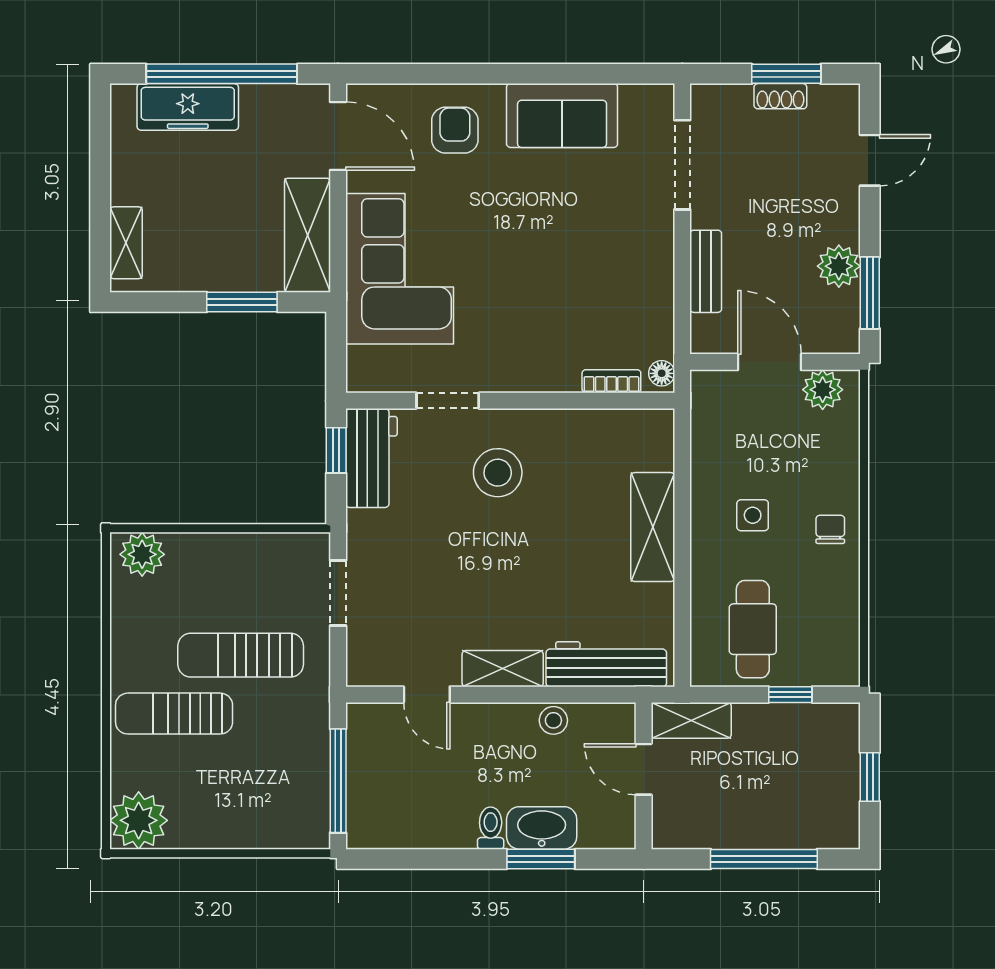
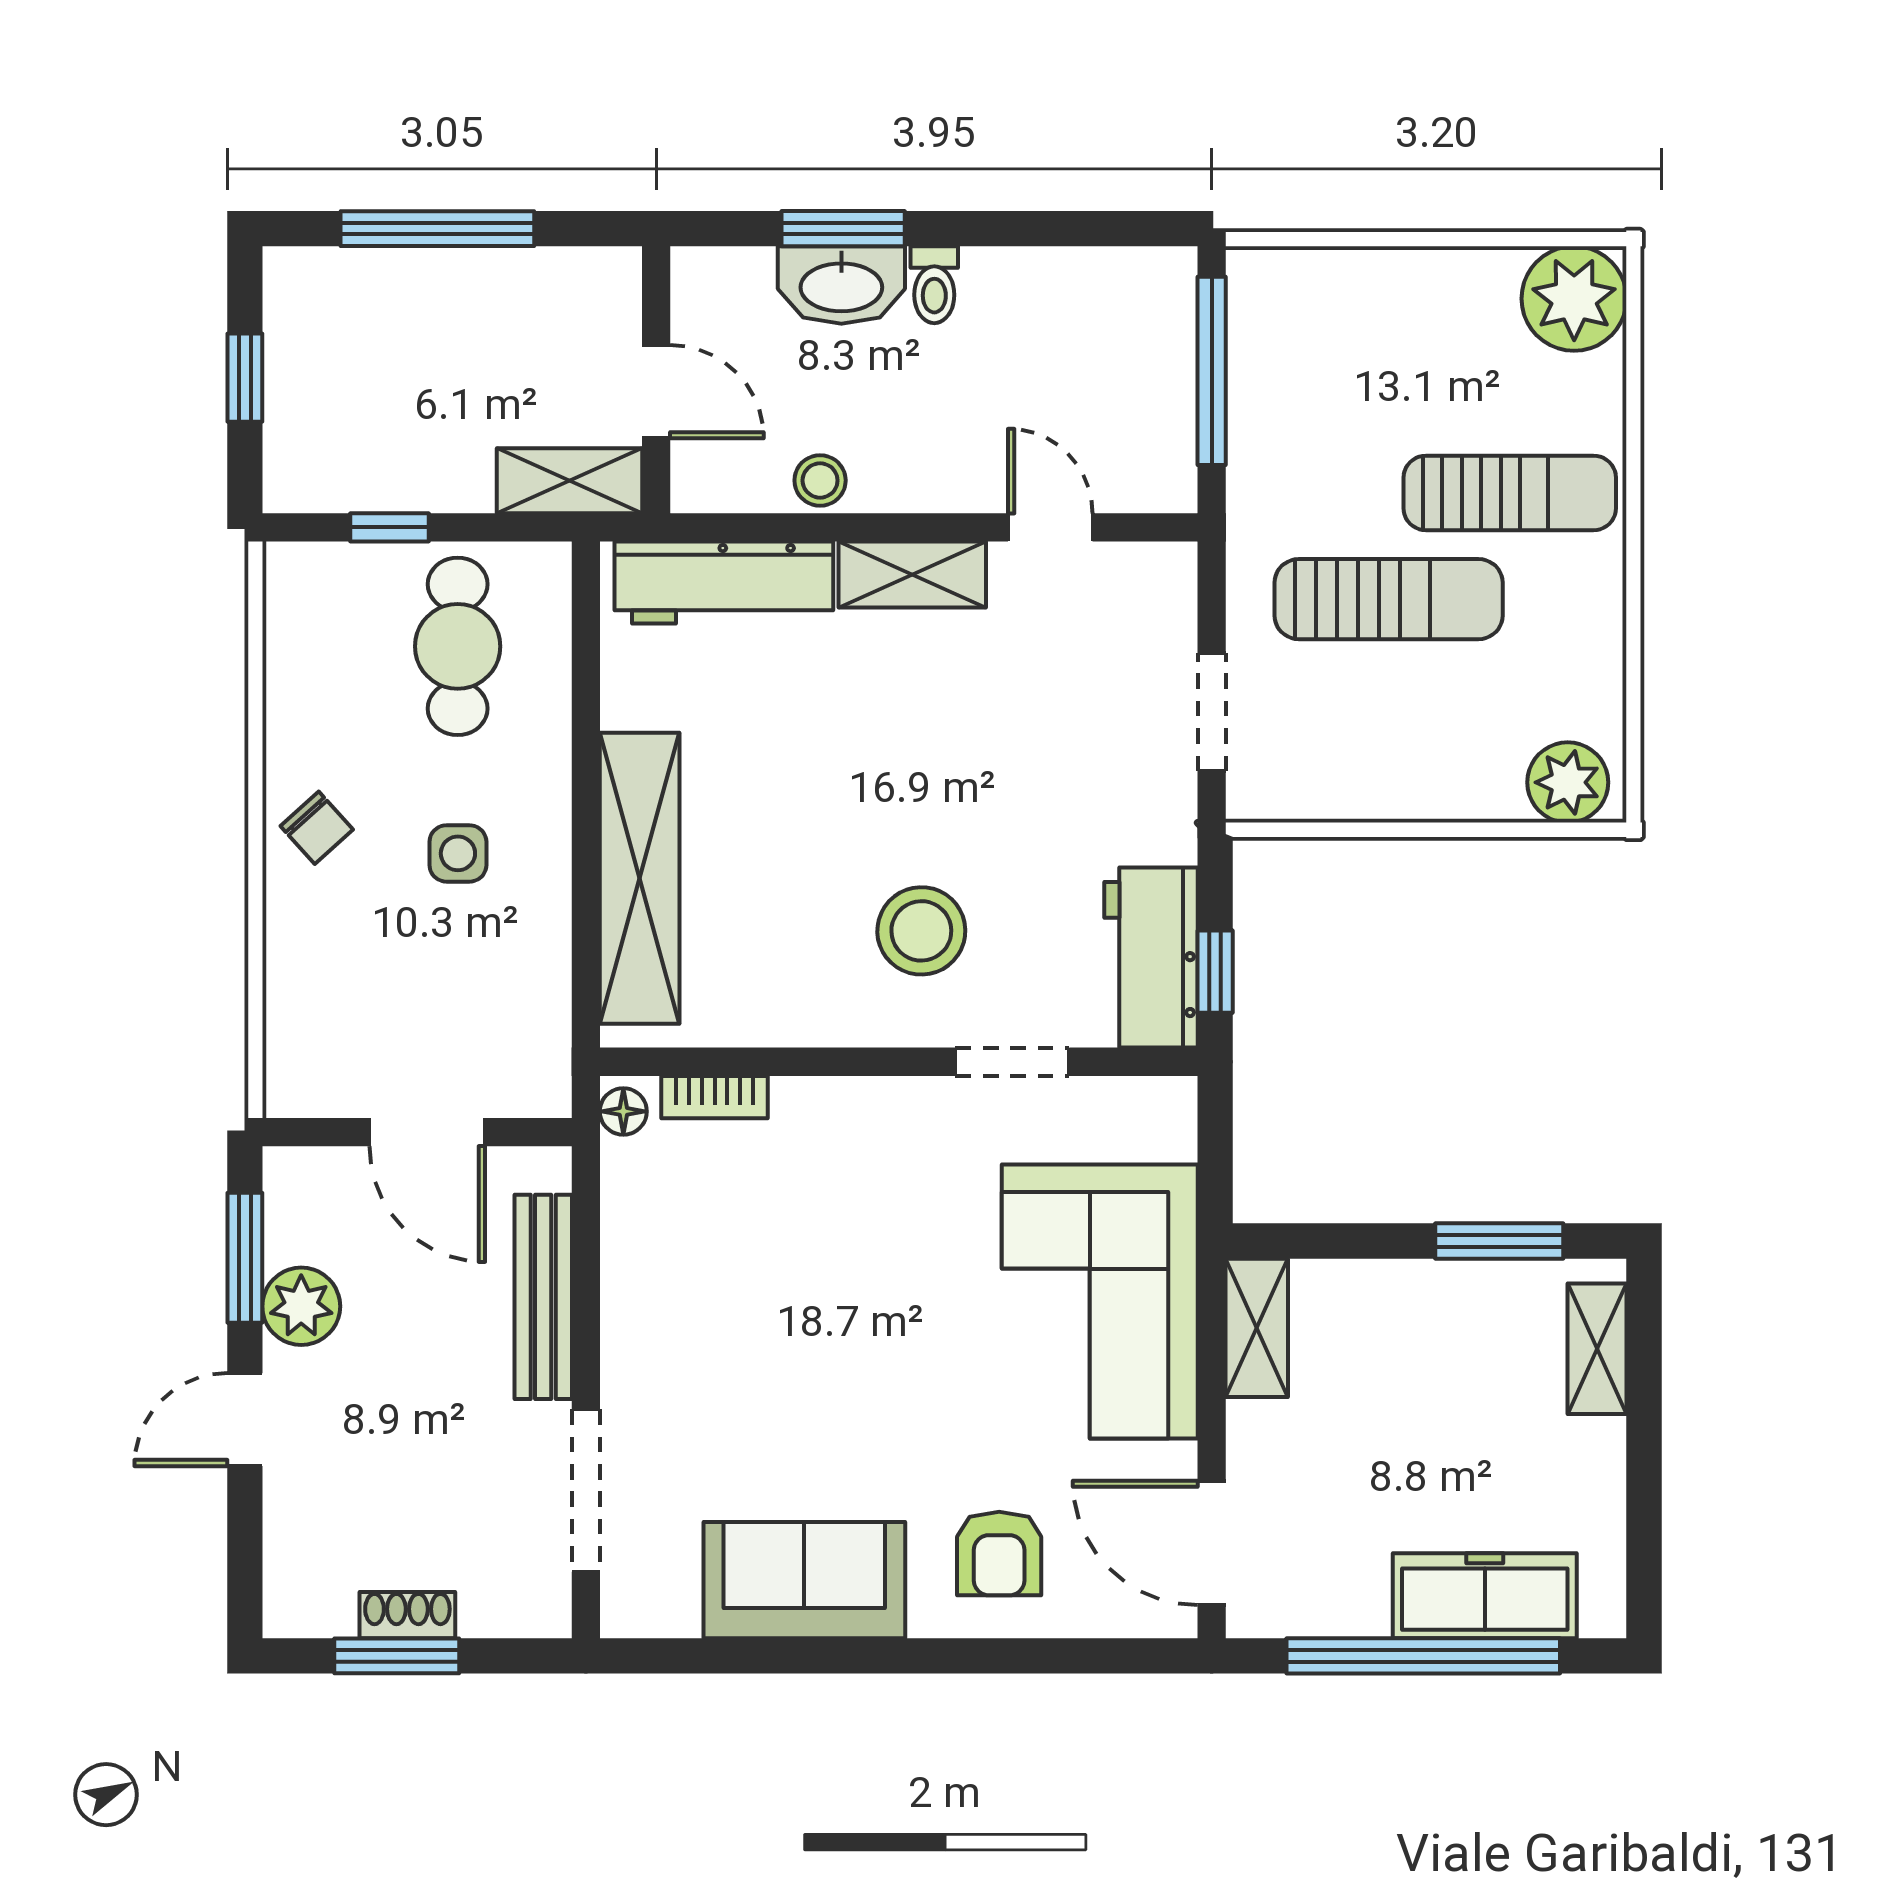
door: (870, 160) -> (245, 1420), moved
shelving: (307, 235) -> (1257, 1328), width x0.67, depth x0.75
bench: (706, 271) -> (543, 1297), width x1.36
window: (242, 302) -> (1499, 1241), moved
plant: (823, 390) -> (331, 1082), removed
shelving: (653, 527) -> (640, 878), width x1.47
chair: (830, 529) -> (317, 828), turned -42

